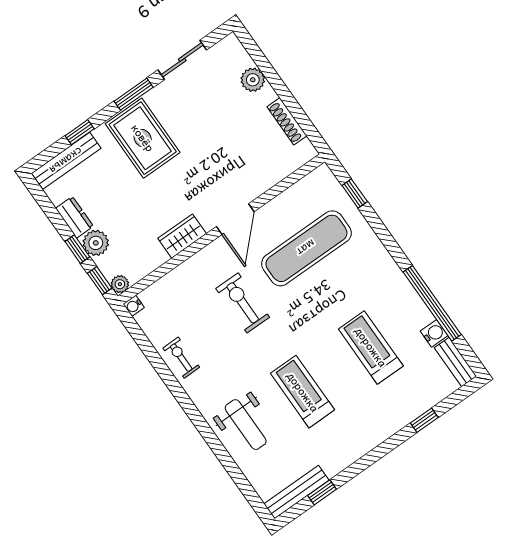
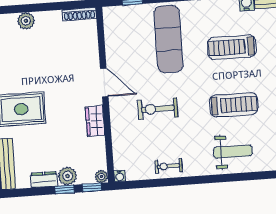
shoe rack: (287, 121) -> (79, 14), moved
exercise mat: (306, 248) -> (169, 39), moved
treadmill: (303, 392) -> (234, 105), turned 180

